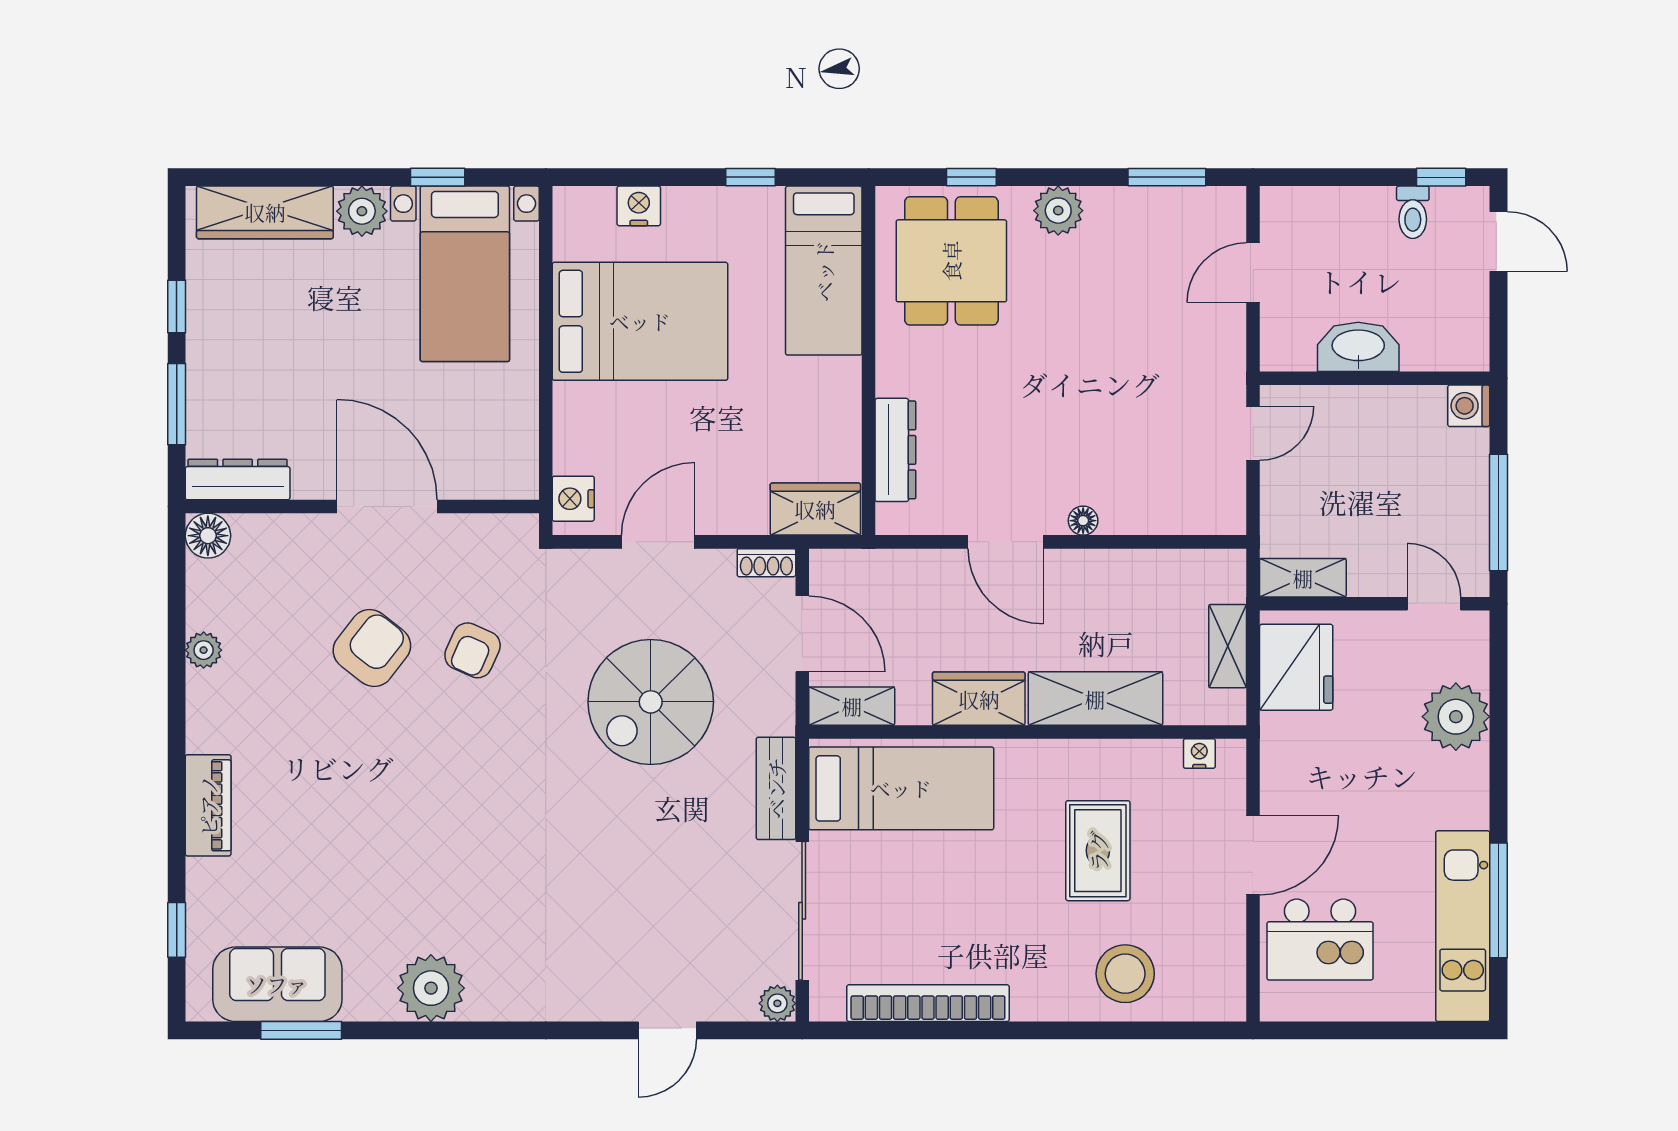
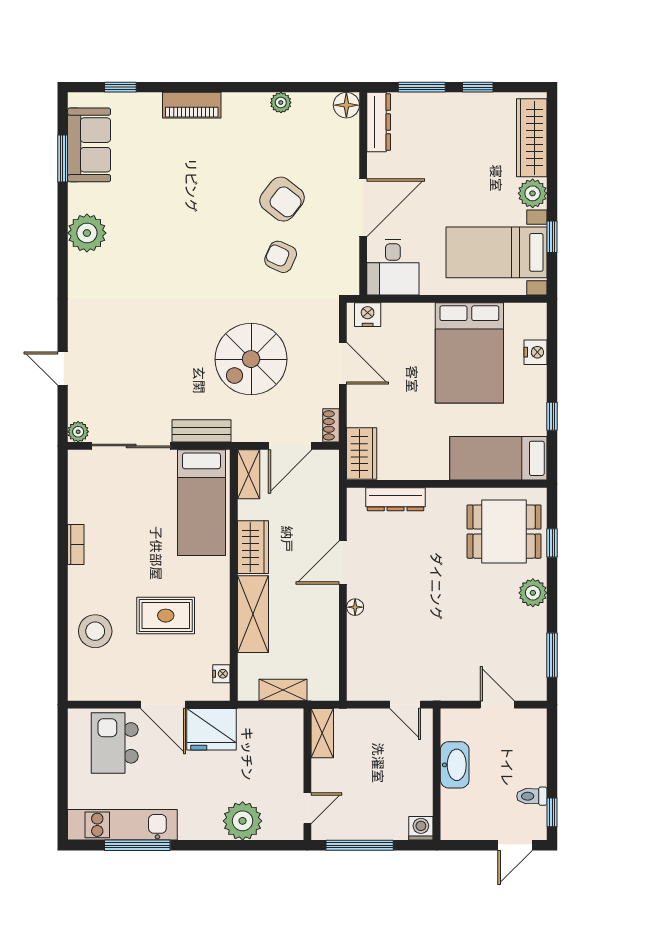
desk: (490, 455) -> (393, 267), added
fridge: (1296, 667) -> (212, 729), moved
spiral stairs: (651, 702) -> (251, 359), turned -90
bookcase: (928, 1003) -> (76, 544), width x0.43, depth x0.76

